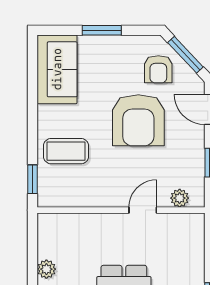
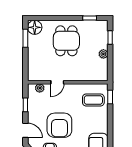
armchair: (138, 120) -> (59, 125), turned 180
coffee table: (66, 151) -> (93, 100), moved

